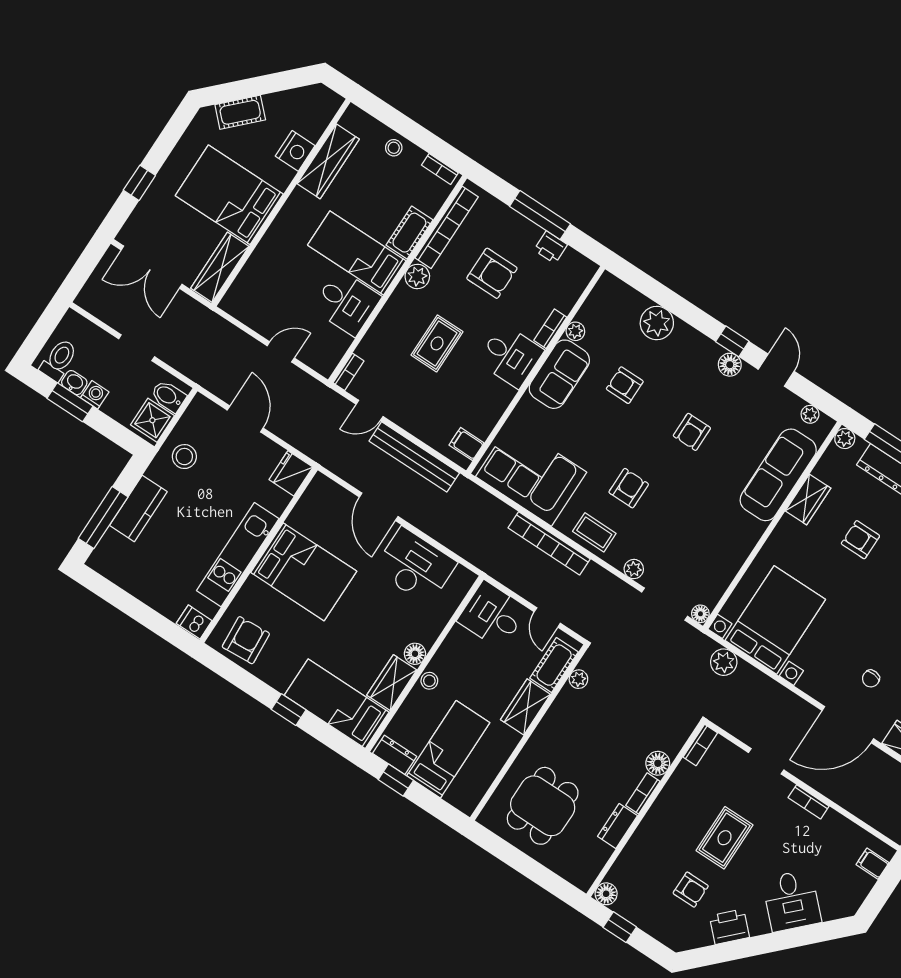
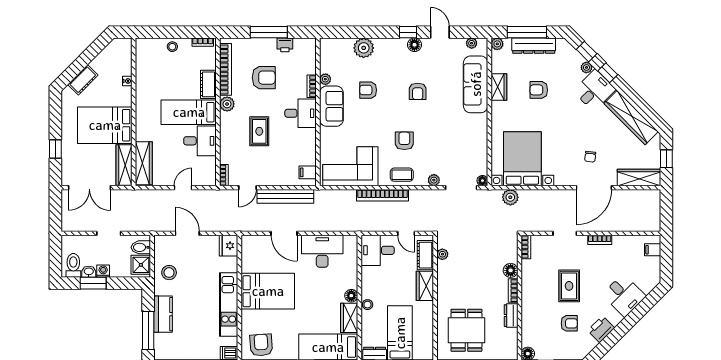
nightstand: (295, 151) -> (127, 81), width x0.53, depth x0.56
wardrobe: (328, 161) -> (144, 163), moved

